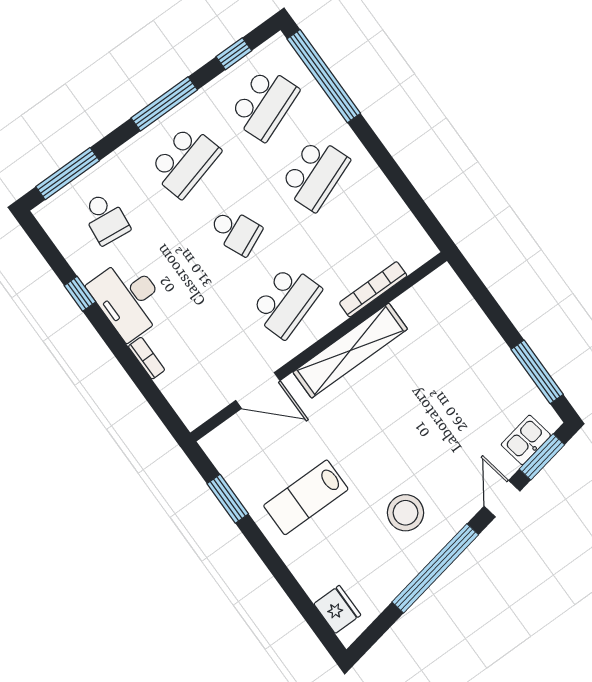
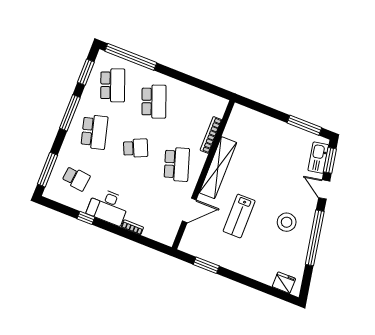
window: (234, 54) -> (86, 72), width x1.50
kitchen sink: (526, 440) -> (318, 158), width x1.38
lab bench: (306, 497) -> (239, 216), moved

